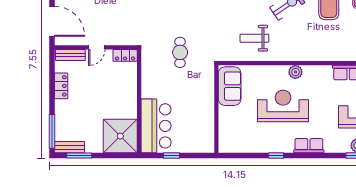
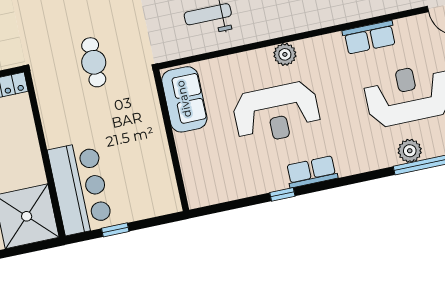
reception desk: (283, 106) -> (277, 113), turned 180
row of seats: (309, 146) -> (312, 172), moved

